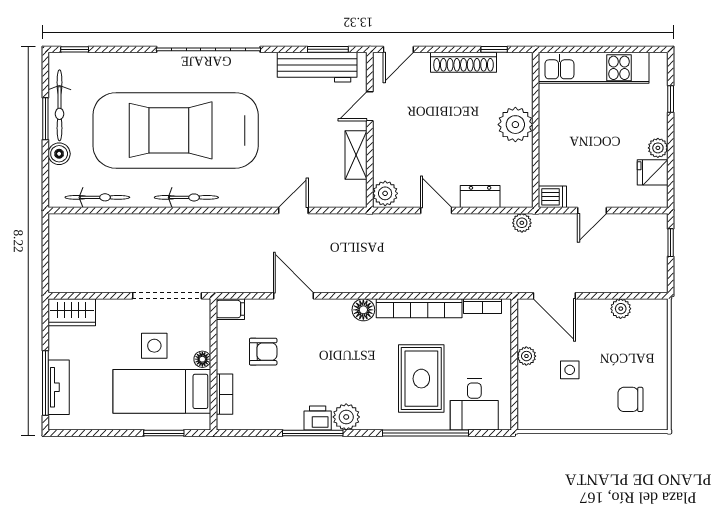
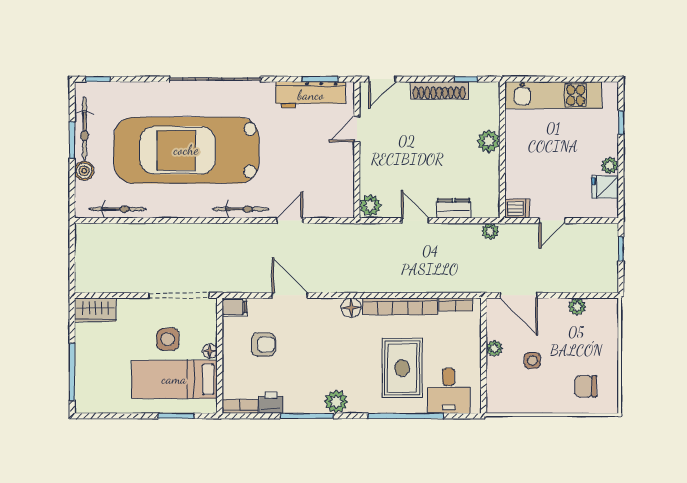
plant: (515, 125) -> (489, 141), width x0.73, depth x0.73
shelving: (356, 155) -> (345, 172), removed
bicycle: (186, 197) -> (241, 209), moved
tv unit: (59, 387) -> (84, 376), removed
bookcase: (224, 394) -> (240, 406), moved, turned -90
printer: (318, 418) -> (271, 403), moved

